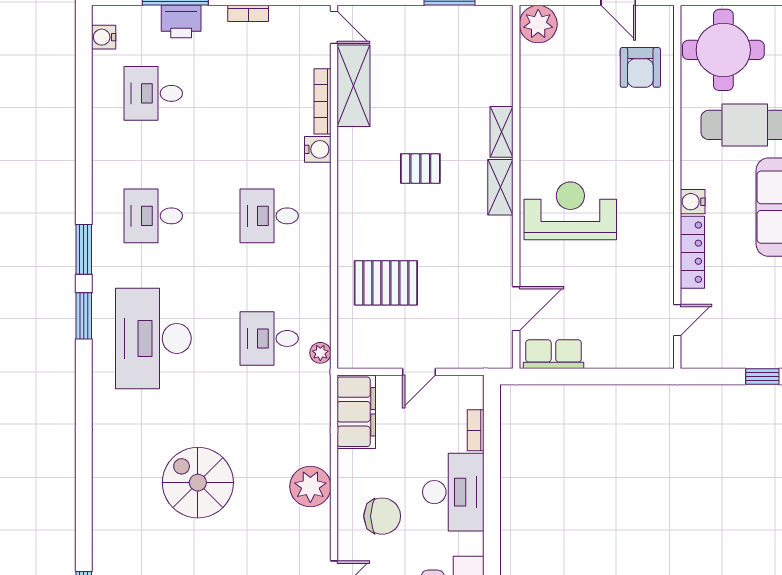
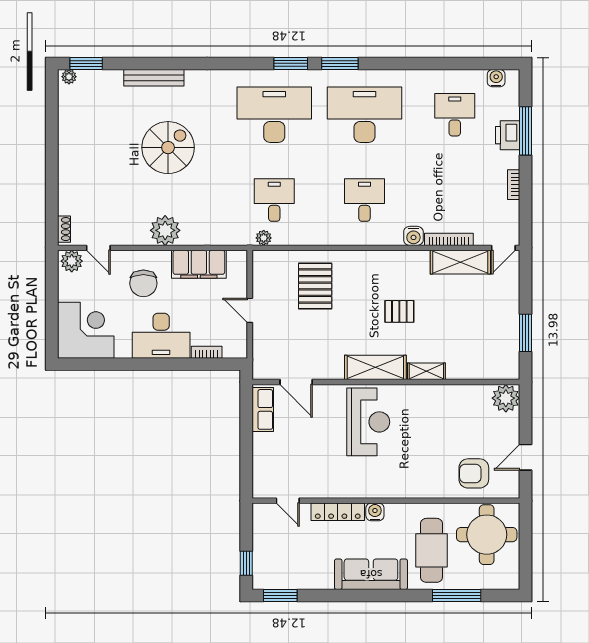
pallet: (420, 169) -> (399, 311), turned 90
shelving: (500, 187) -> (375, 367), width x1.50, depth x1.33
desk: (153, 216) -> (364, 115), width x1.87, depth x1.30
filing cabinet: (356, 412) -> (199, 264), moved
bench: (103, 502) -> (154, 78), added

